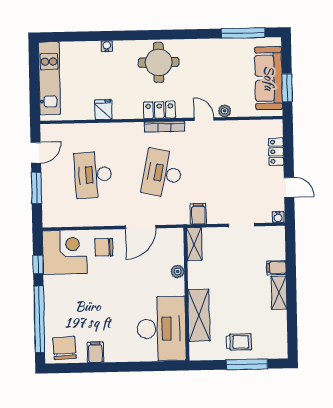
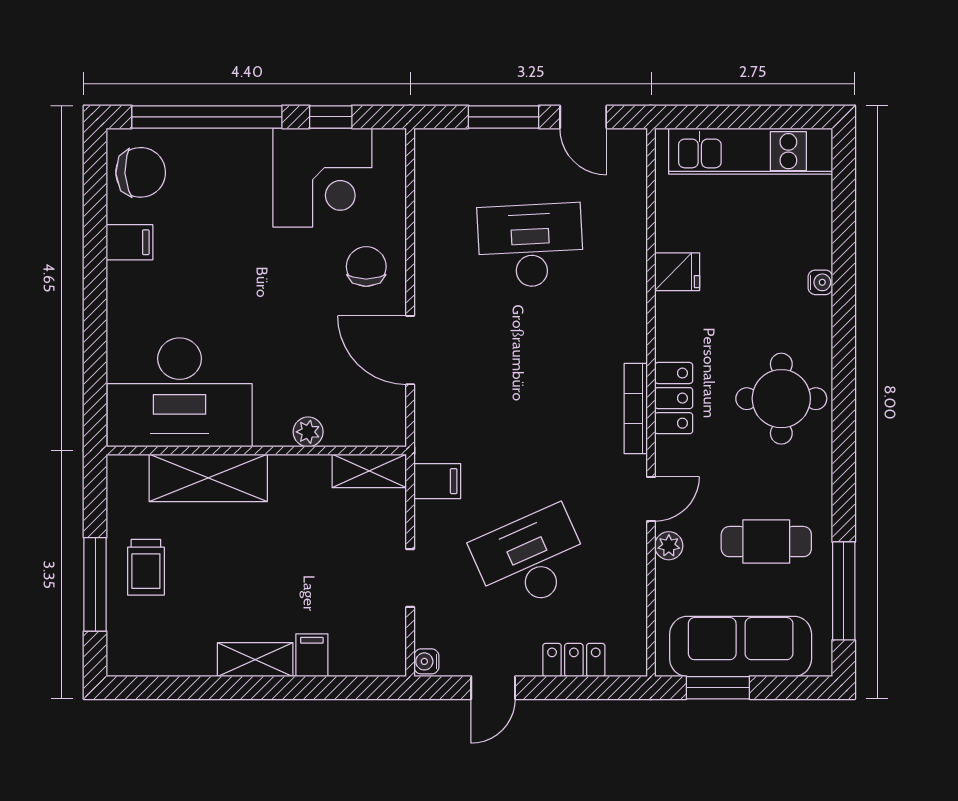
cafe table: (222, 68) -> (766, 542), added
desk: (163, 173) -> (531, 559), moved, turned -36
corner desk: (65, 252) -> (322, 178), moved

